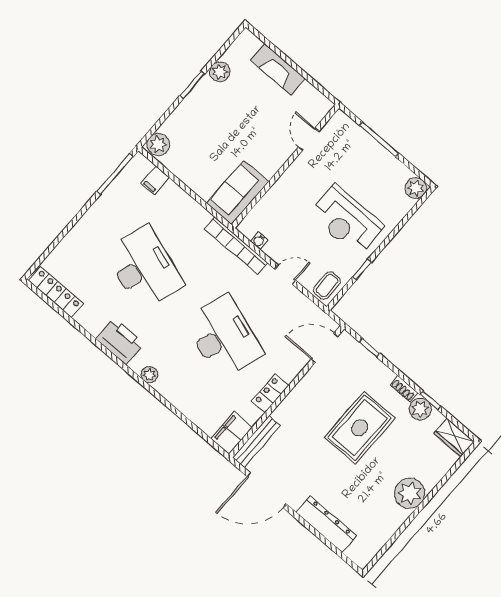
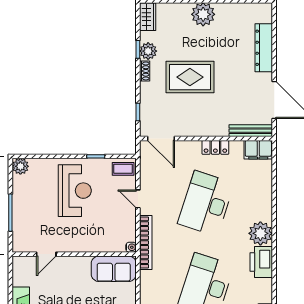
water cooler: (259, 240) -> (131, 247), moved
plant: (149, 375) -> (260, 233), width x1.88, depth x1.88

